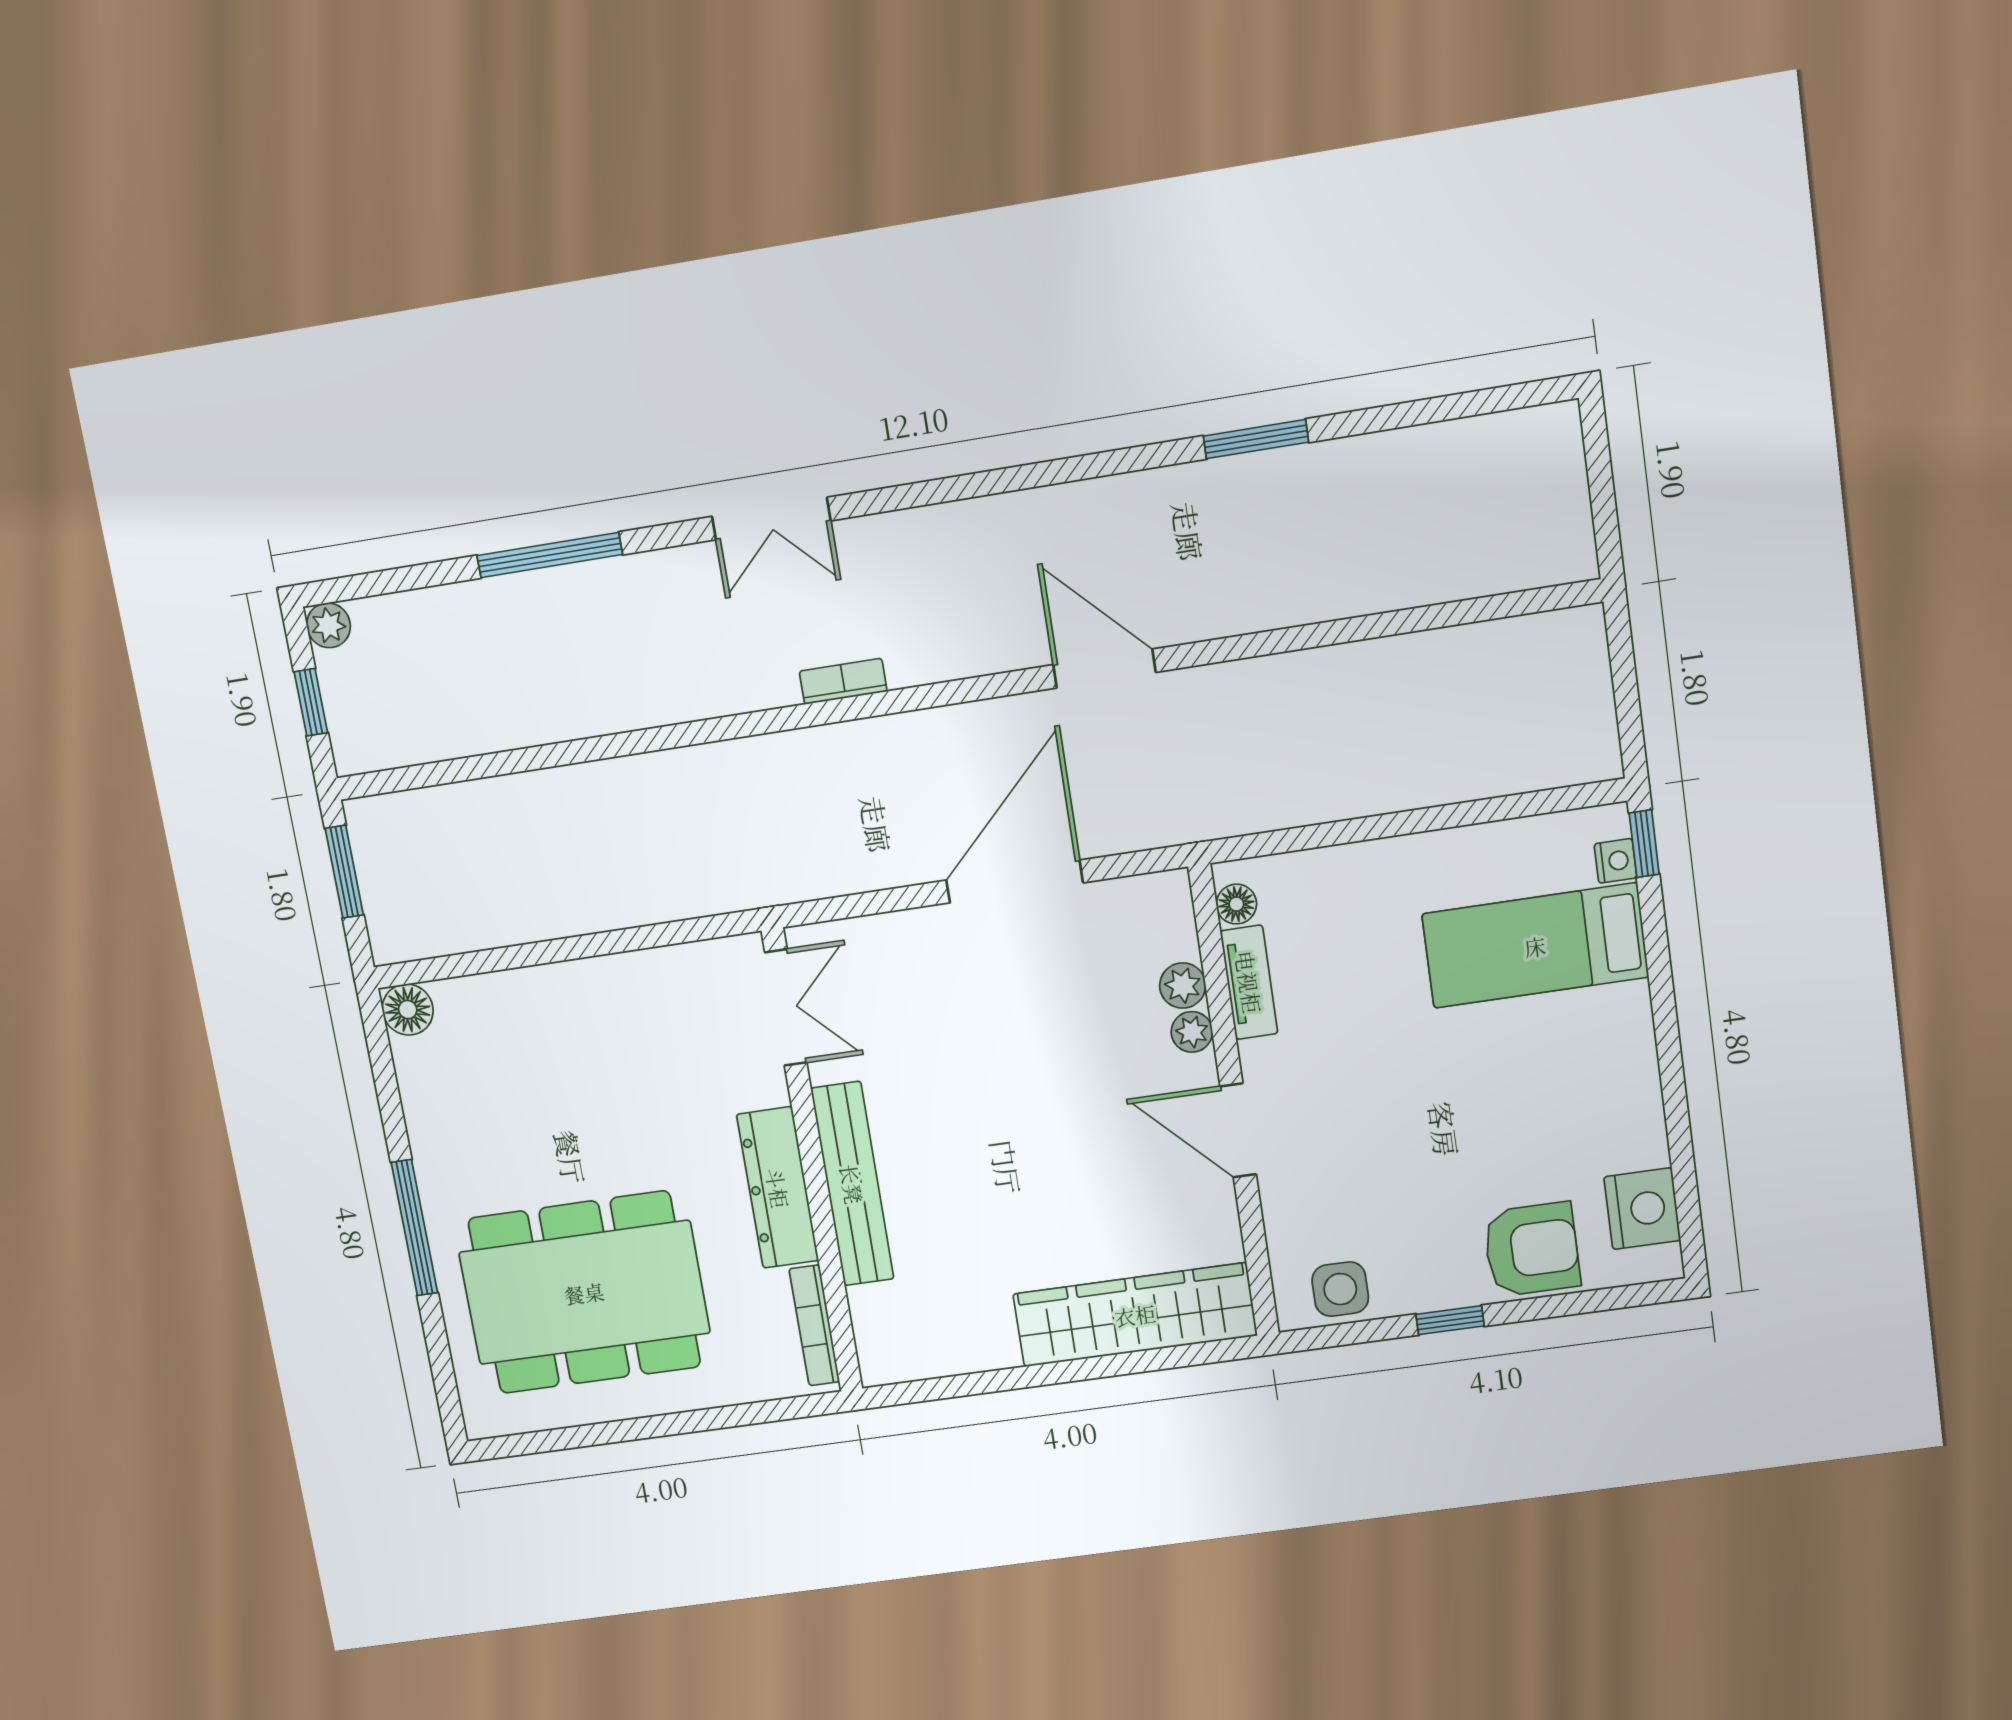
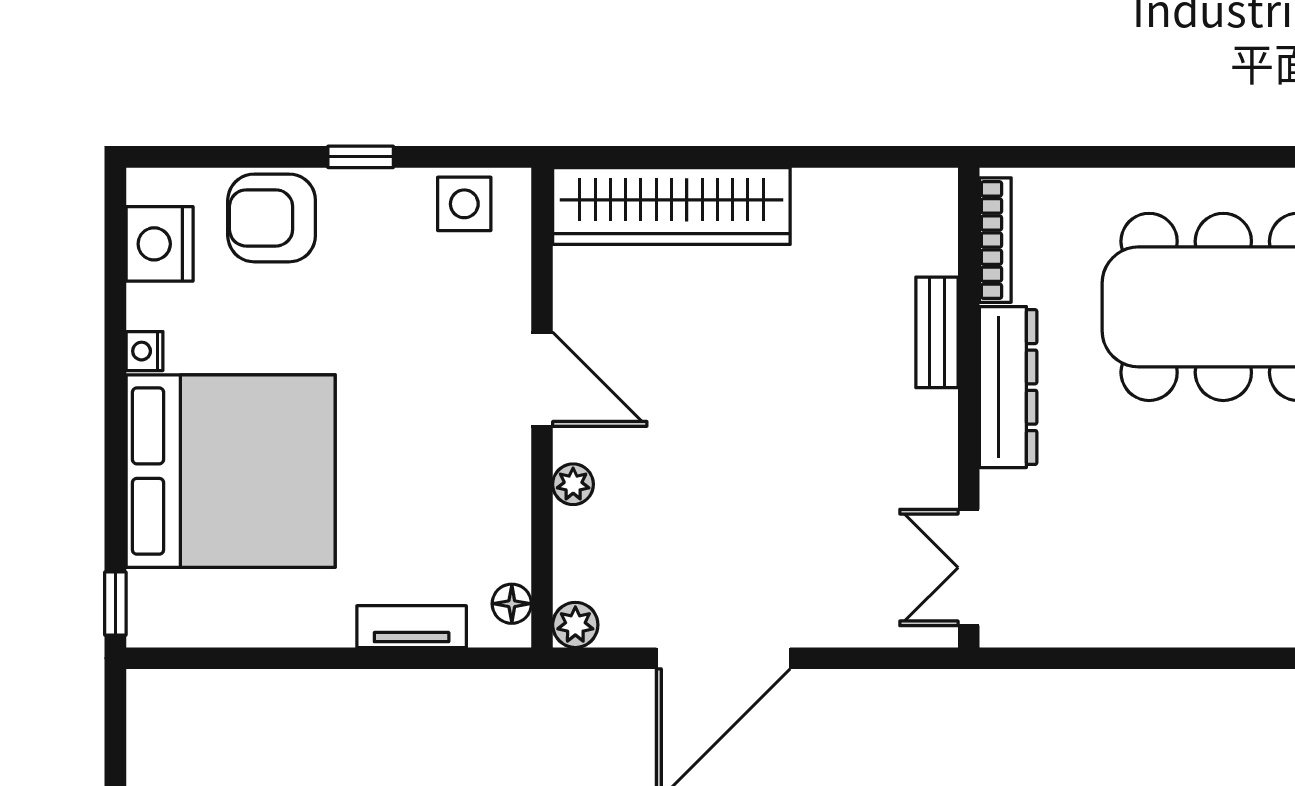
nightstand: (1615, 861) -> (144, 351), moved
bed: (1535, 946) -> (231, 471), width x2.04
tv unit: (1249, 982) -> (412, 627), moved, turned 90
plant: (1183, 986) -> (575, 625), moved
bench: (852, 1184) -> (937, 332), width x0.54, depth x0.82

